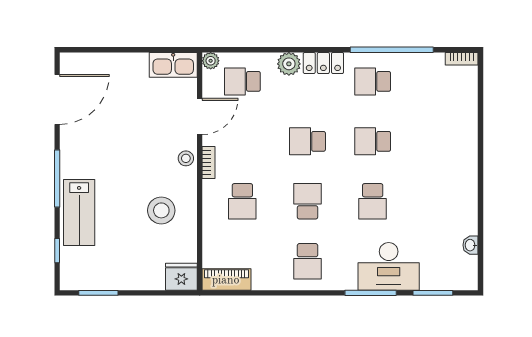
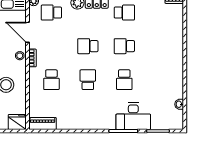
school desk: (373, 81) -> (124, 13), turned 180
door: (200, 116) -> (27, 32), swing flipped
school desk: (307, 261) -> (88, 113), removed

